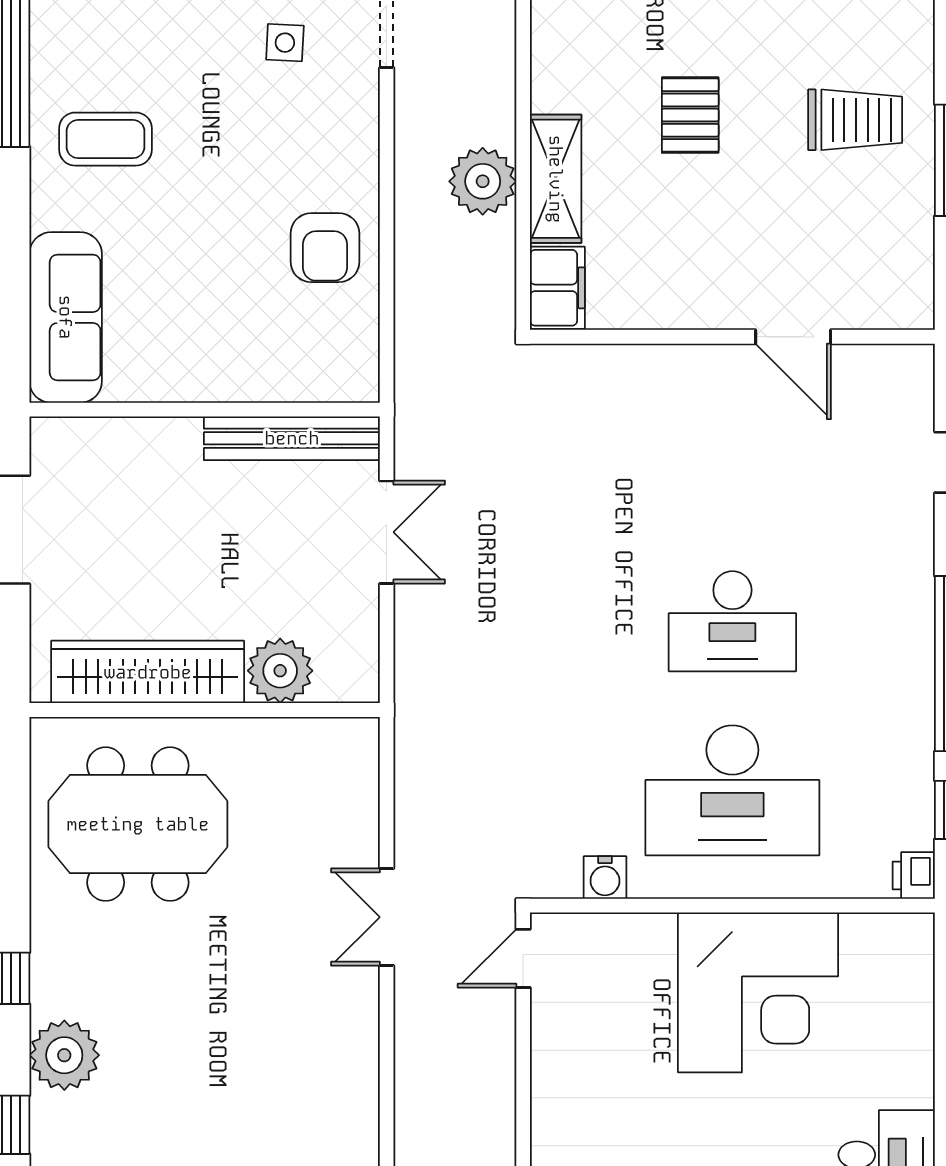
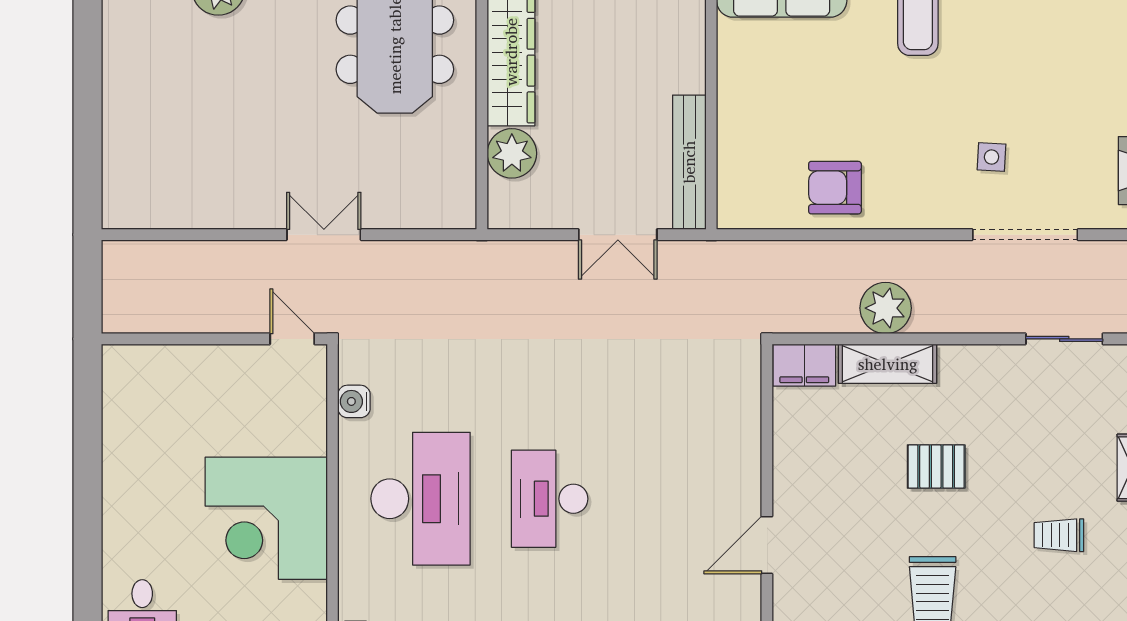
desk: (732, 790) -> (421, 499), turned 180

